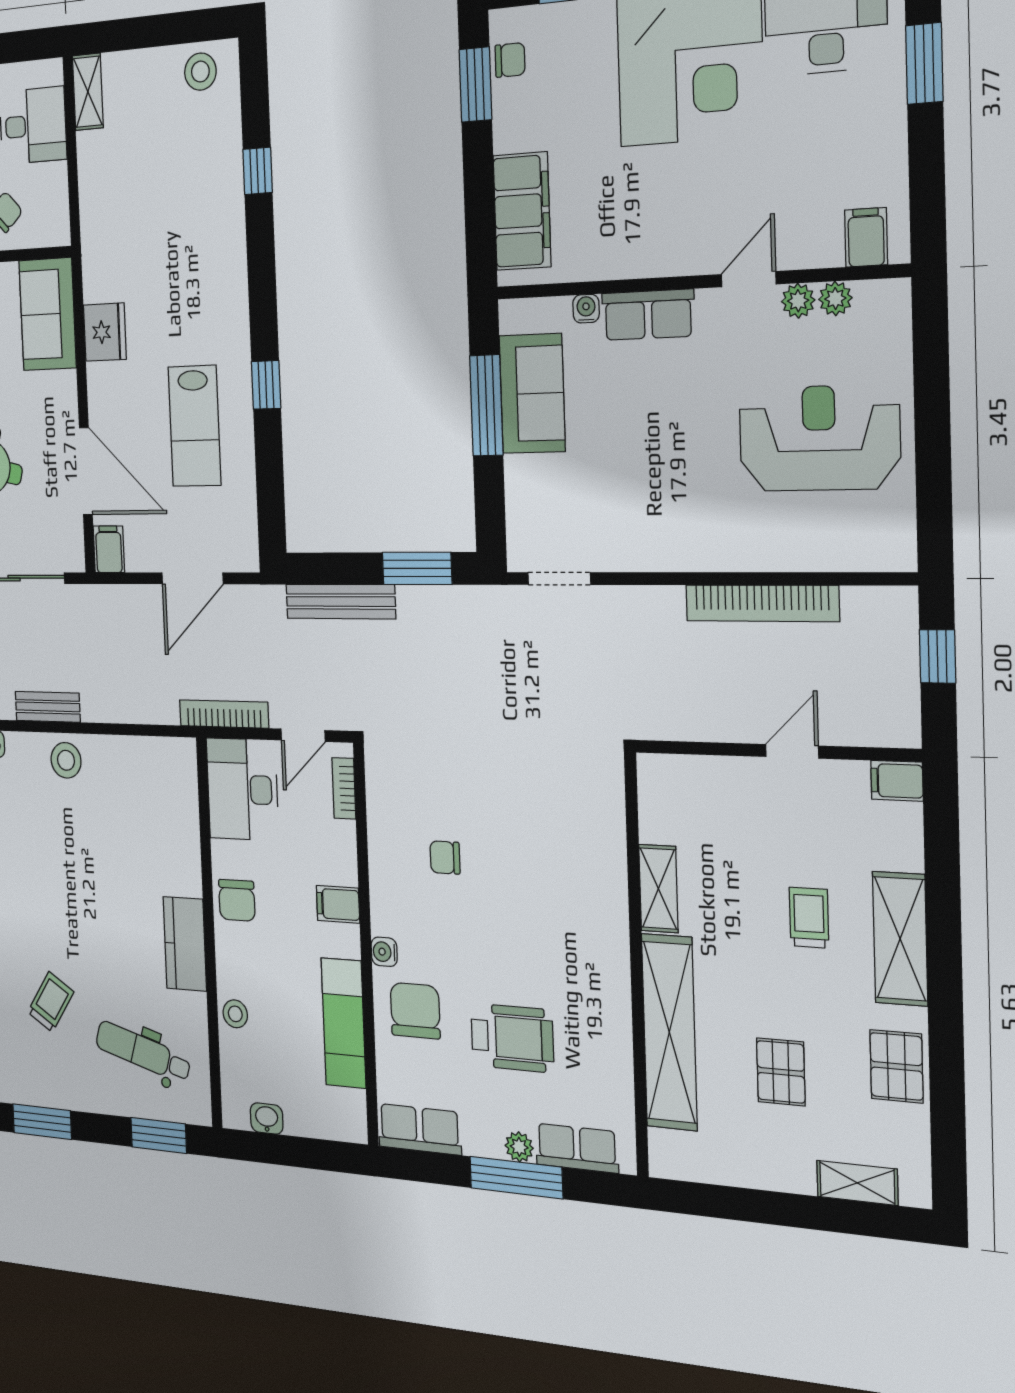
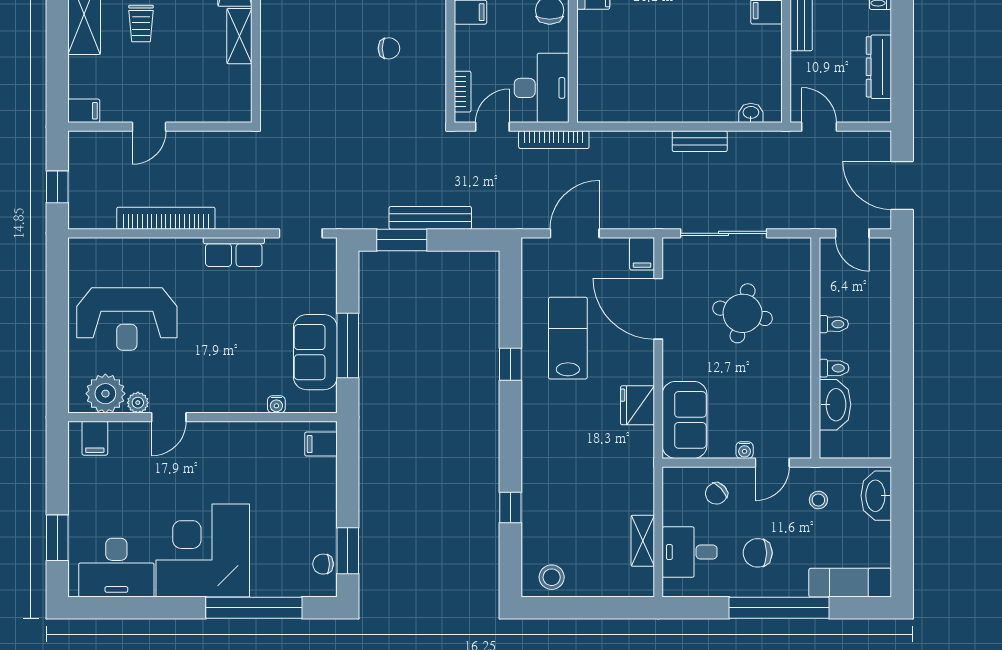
shelving: (88, 92) -> (643, 541), moved
filing cabinet: (522, 211) -> (321, 444), width x0.33, depth x0.86
plant: (835, 299) -> (105, 394), width x1.88, depth x1.88
row of seats: (648, 315) -> (234, 252), moved, turned 180
bench: (341, 602) -> (430, 218), moved
stool: (66, 760) -> (686, 103), removed

